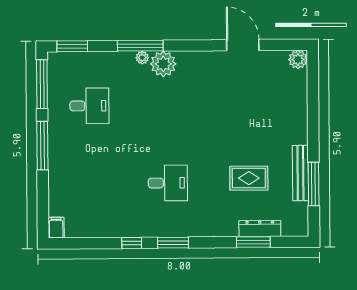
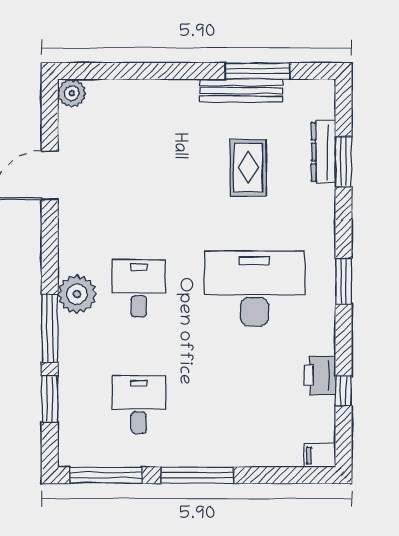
window: (72, 46) -> (50, 399), moved
plant: (142, 58) -> (67, 325), removed
desk: (167, 105) -> (139, 288), added
desk: (168, 183) -> (255, 288), width x1.87, depth x1.30
printer: (110, 227) -> (320, 375), added
window: (132, 243) -> (344, 391), moved

